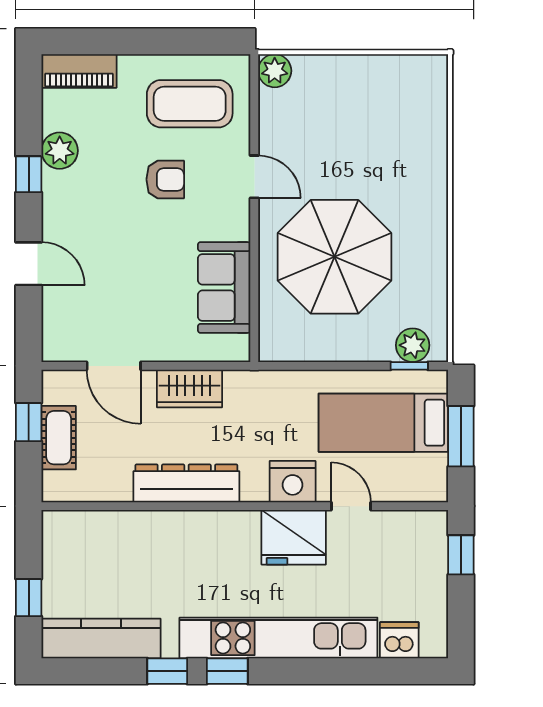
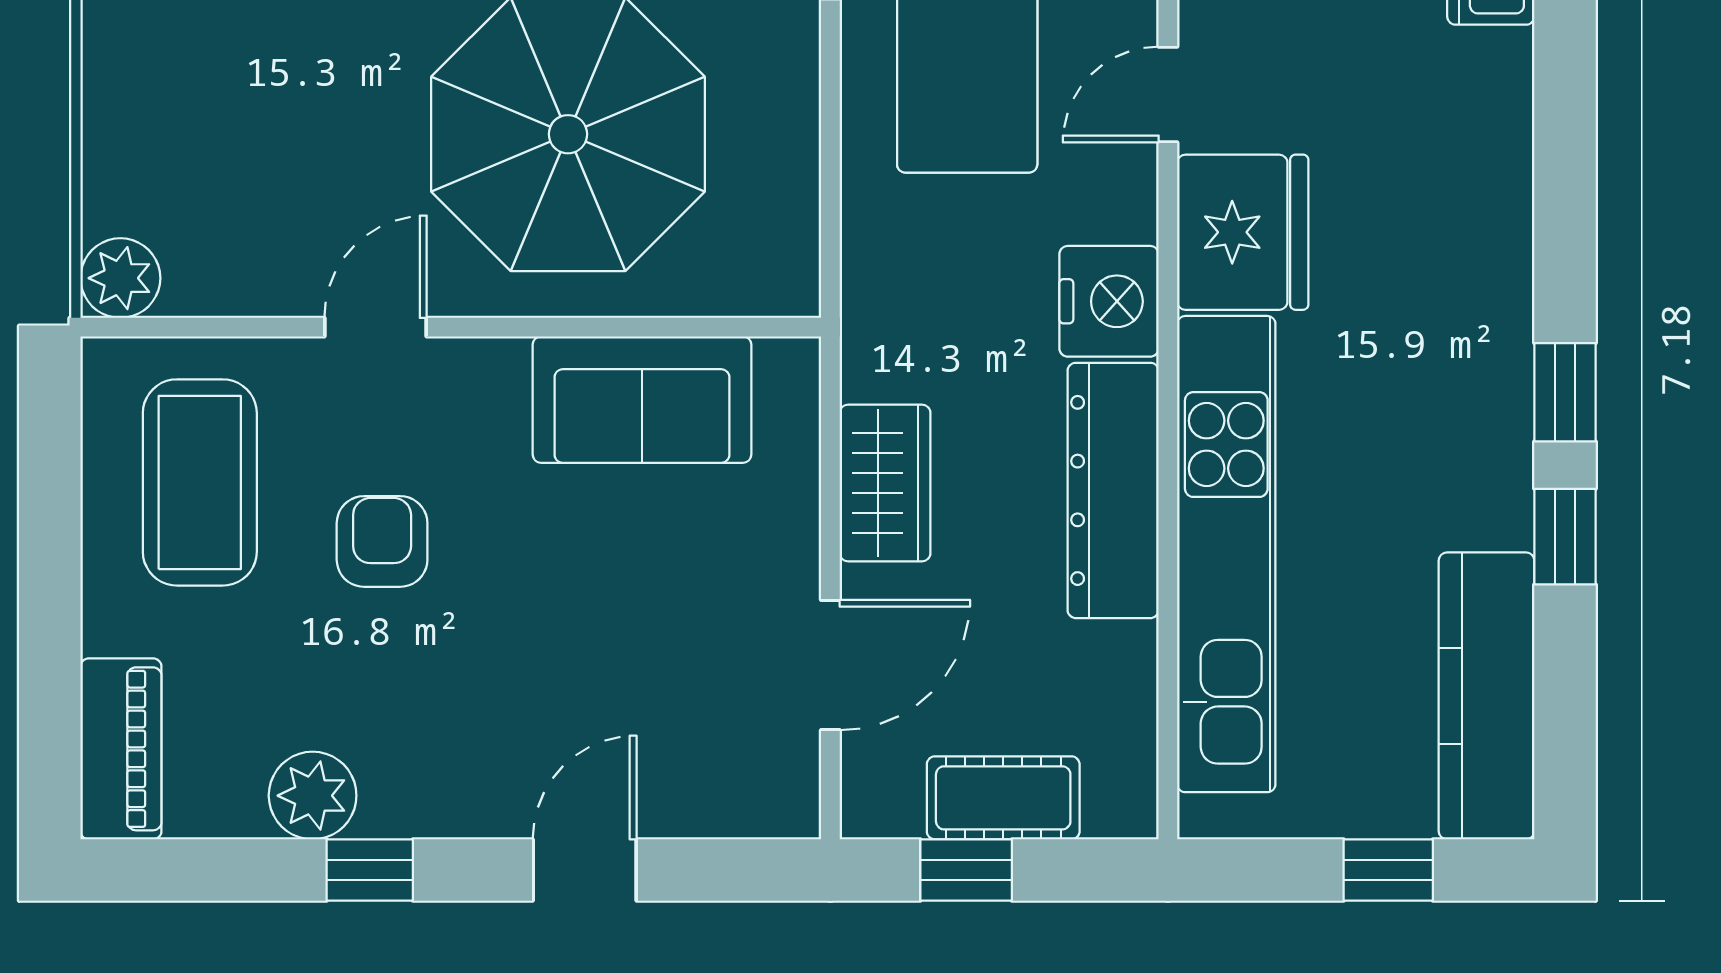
nightstand: (293, 482) -> (1109, 301), moved
kitchen unit: (278, 638) -> (1226, 554), moved, turned 180

